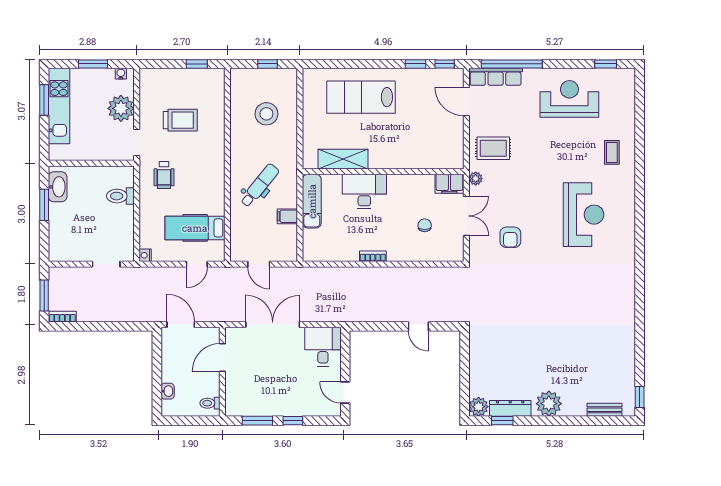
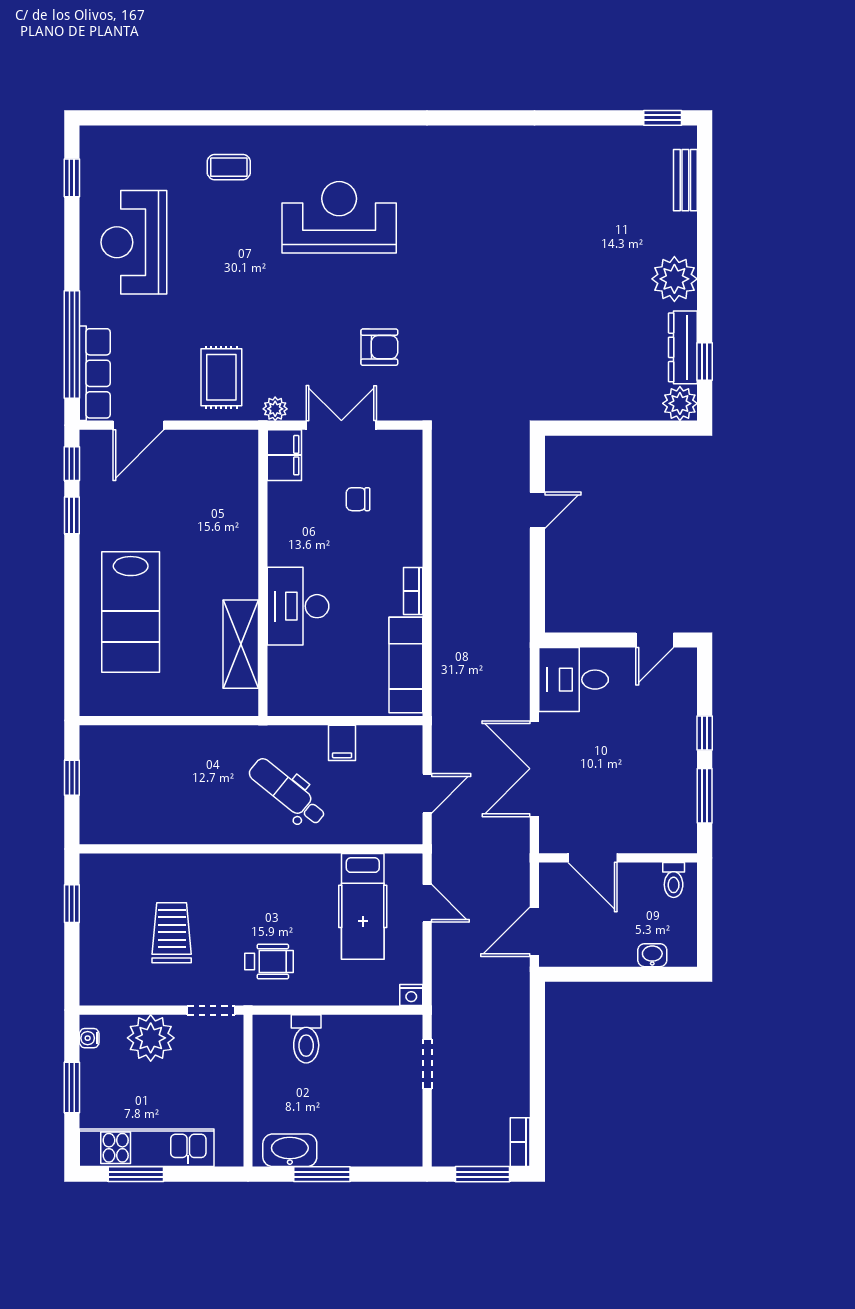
stool: (266, 114) -> (160, 780), removed
exam couch: (312, 201) -> (406, 665), moved, turned -90

